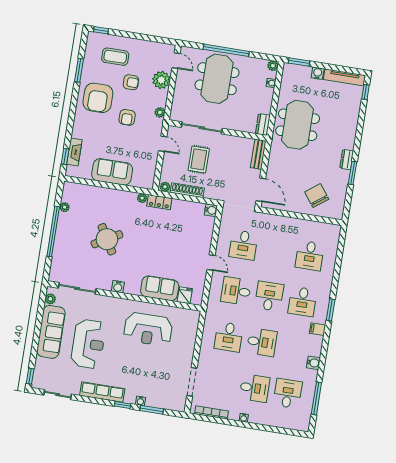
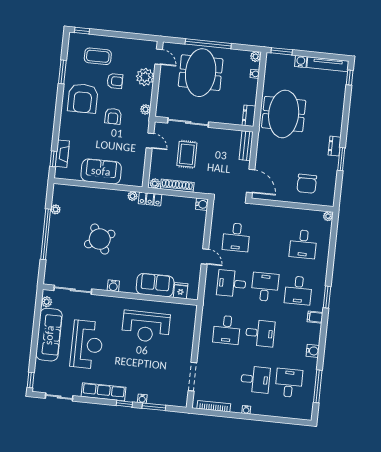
chair: (317, 196) -> (307, 184), turned -143
plant: (336, 229) -> (328, 216), added

